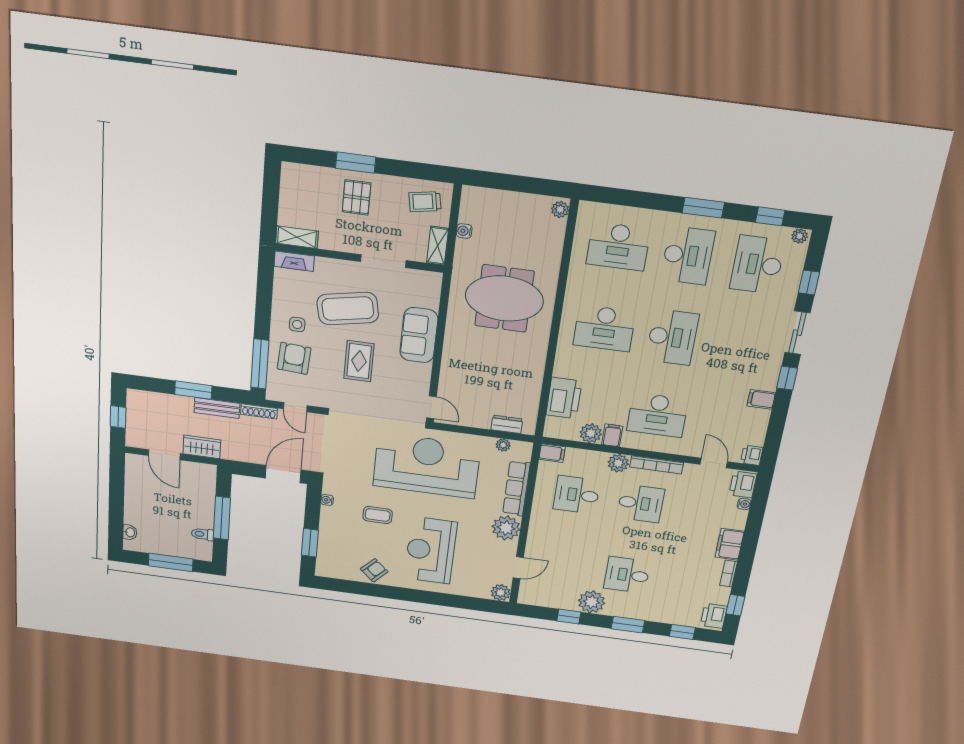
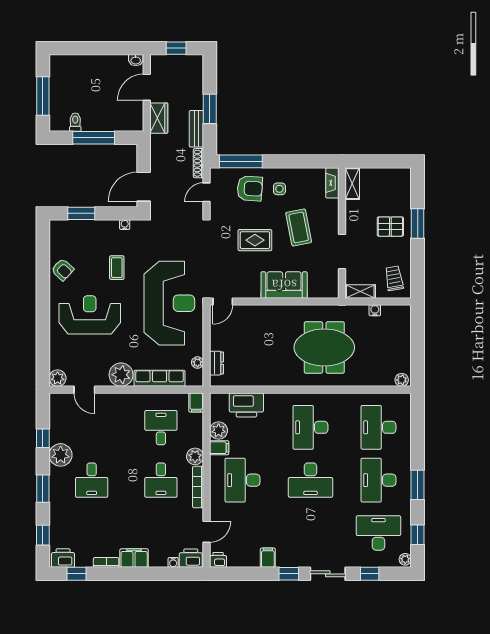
desk: (688, 256) -> (378, 480), turned 90
meeting table: (504, 298) -> (324, 347), turned 90
coffee table: (348, 309) -> (299, 227), width x0.73, depth x0.76
door: (283, 474) -> (144, 187), swing flipped
washbasin: (130, 532) -> (136, 60), moved
desk: (627, 575) -> (92, 480), turned 180

